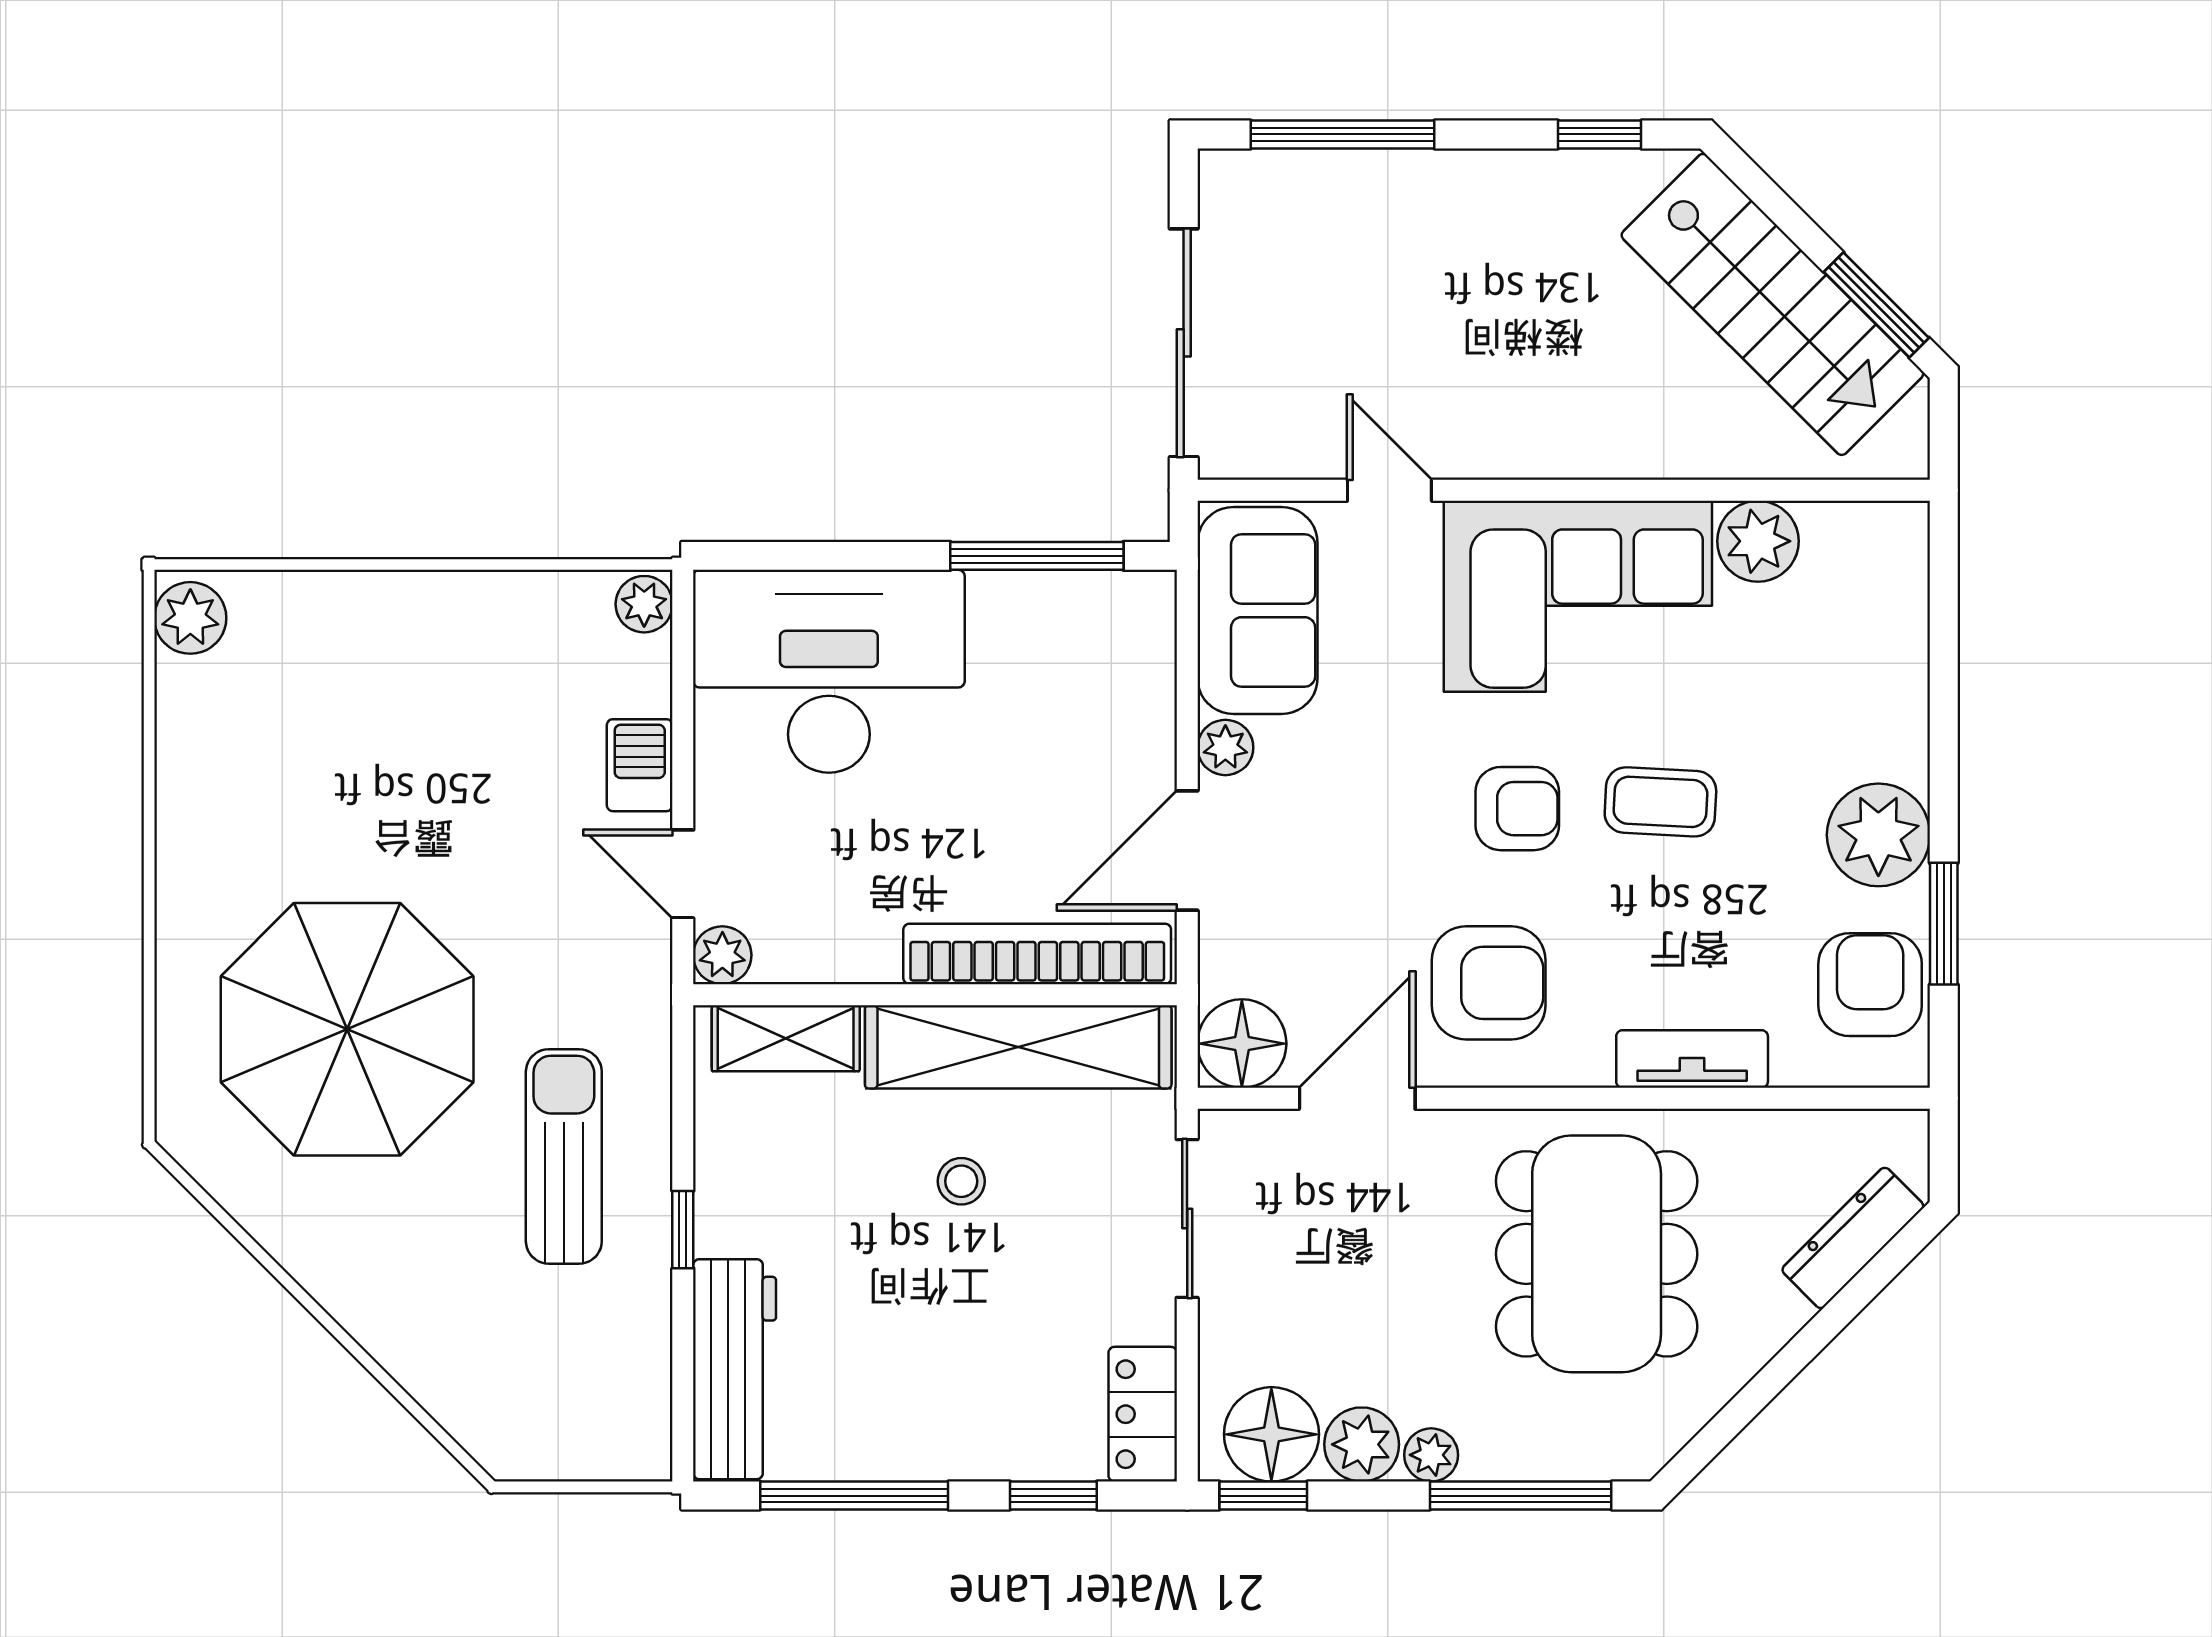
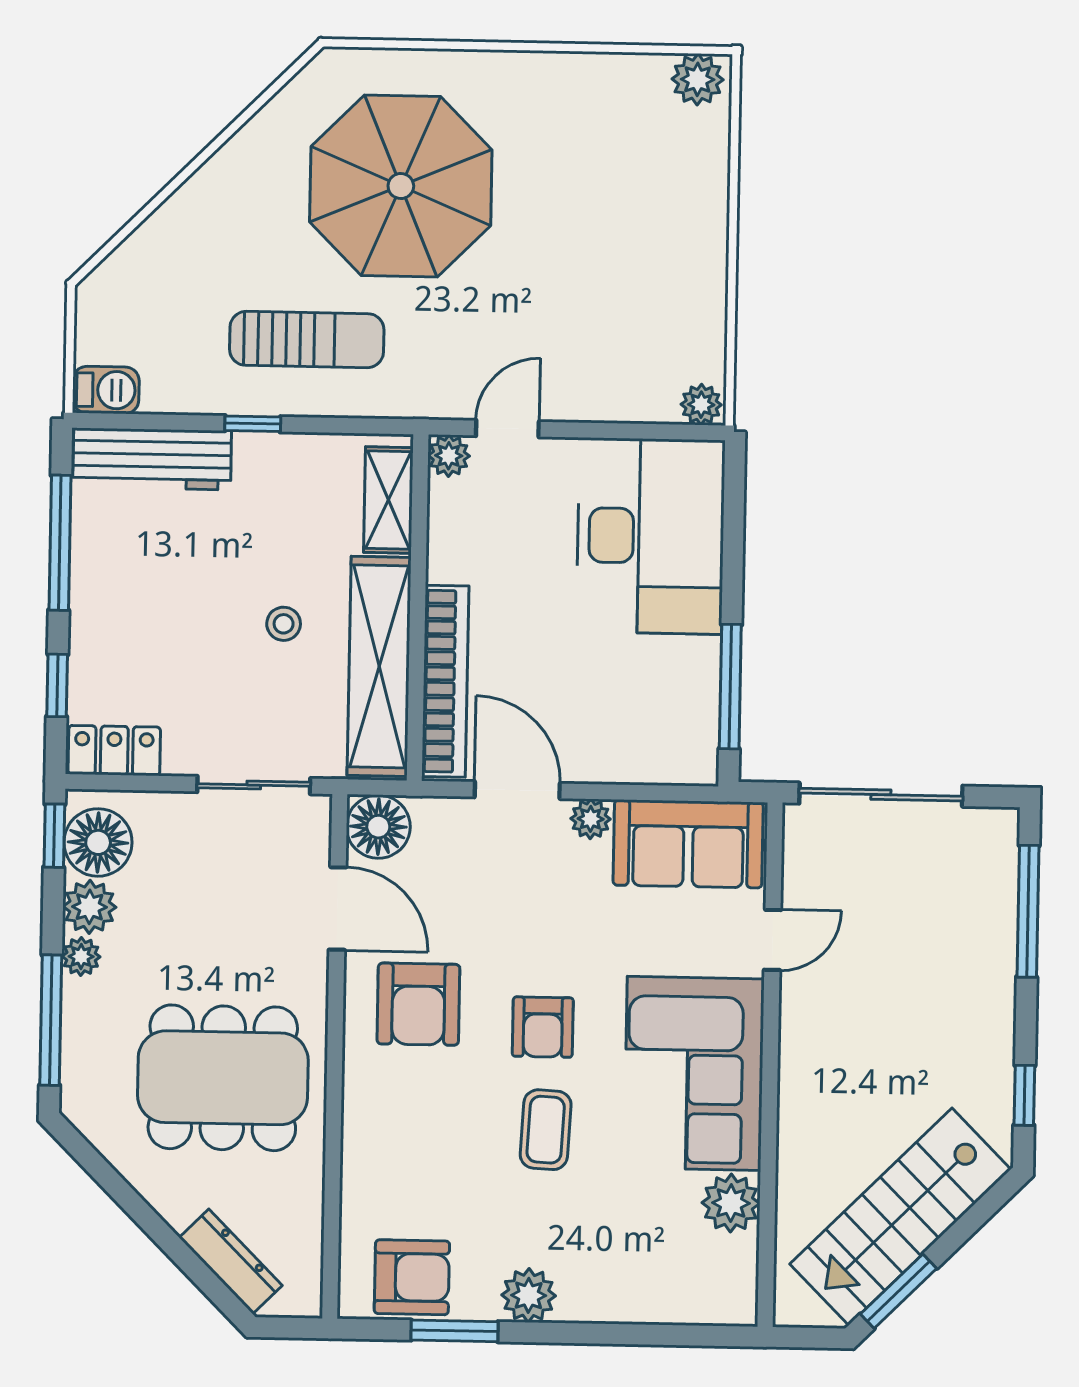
barbecue: (640, 765) -> (106, 390), moved
plant: (1878, 835) -> (529, 1295), width x0.73, depth x0.73
tv unit: (1692, 1059) -> (361, 1149), removed

